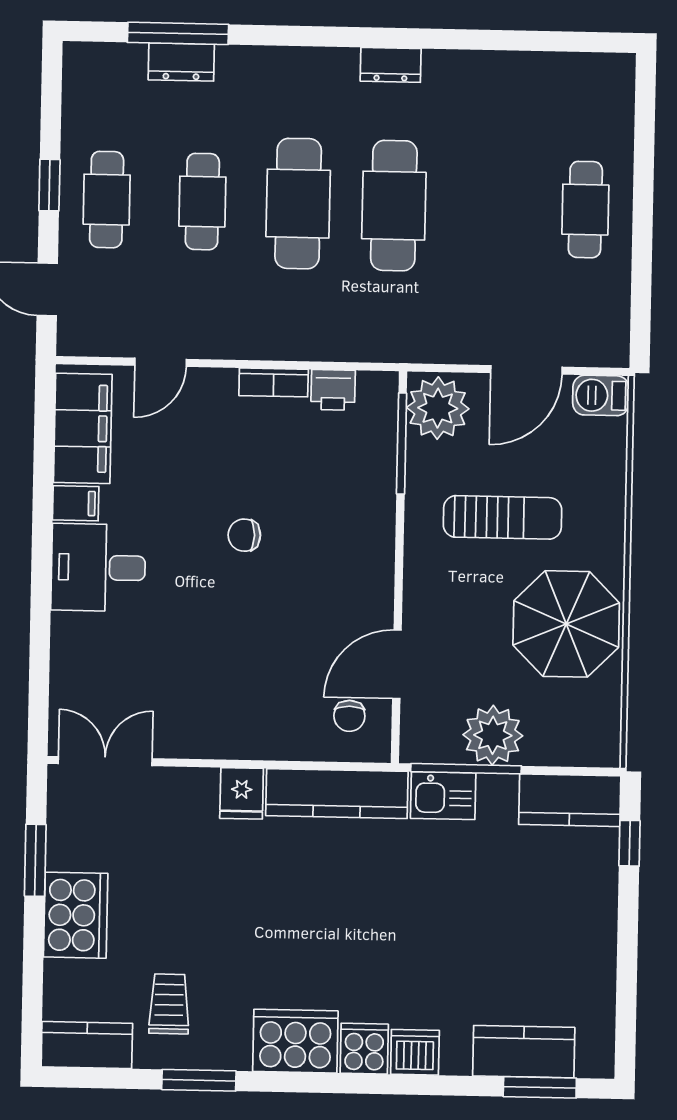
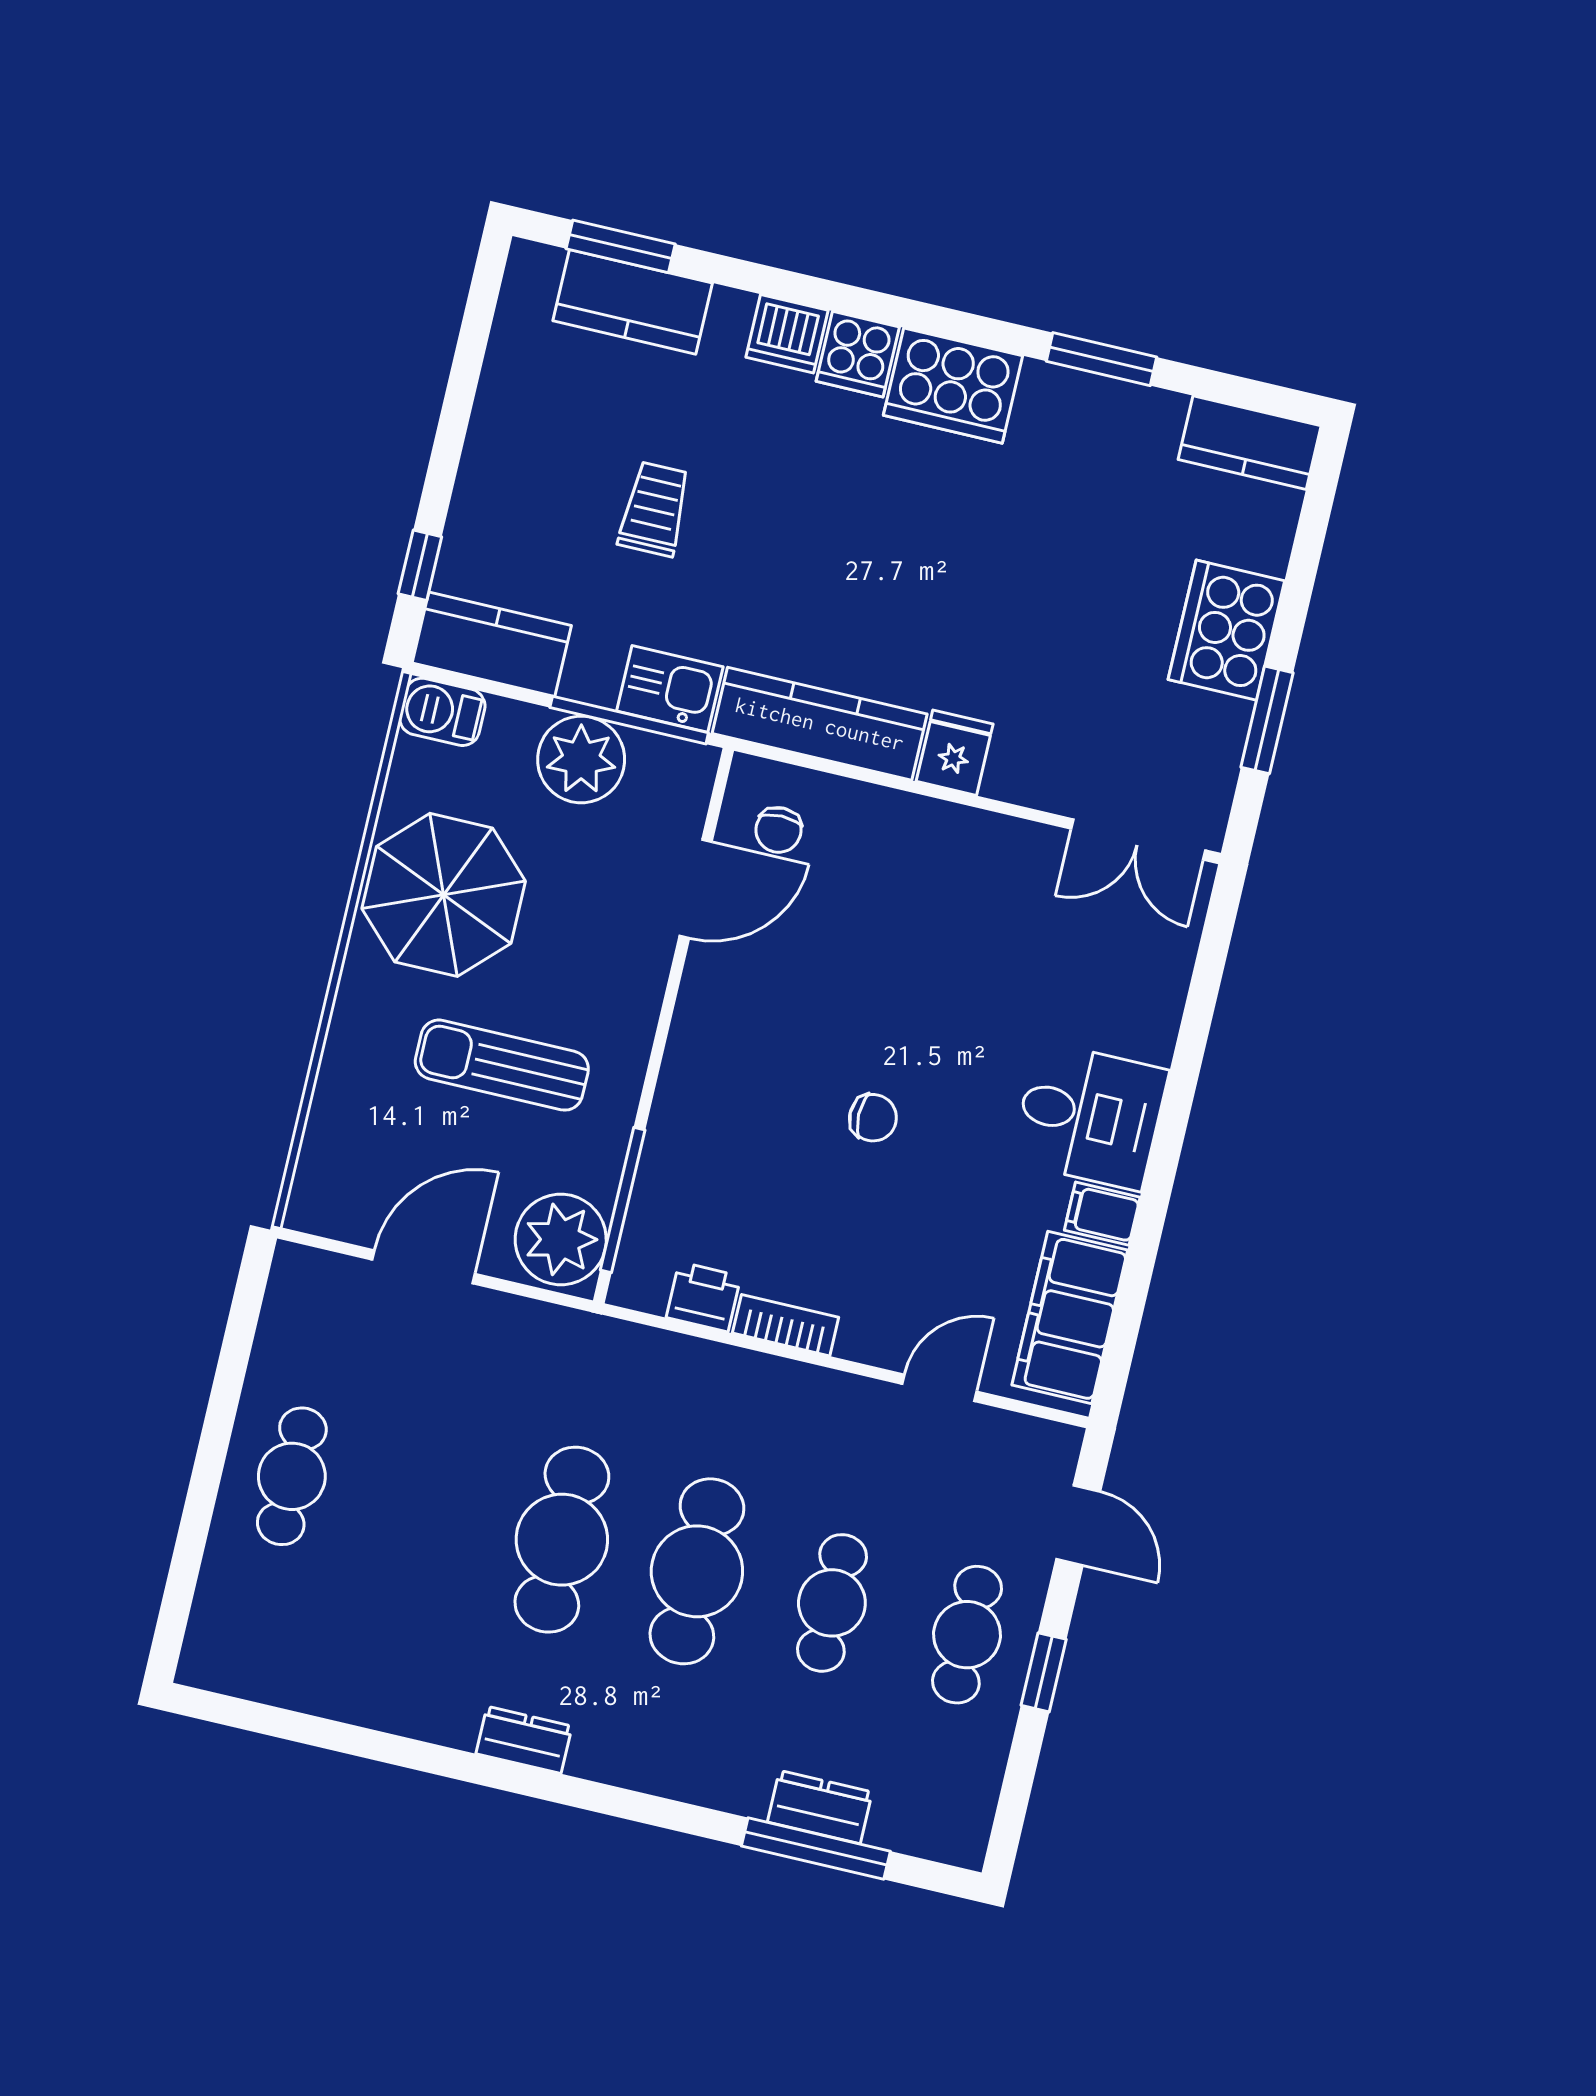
barbecue: (601, 395) -> (442, 712), moved, turned 180
chair: (349, 716) -> (779, 830), turned 180
trolley: (169, 1004) -> (654, 509), moved, turned 180

